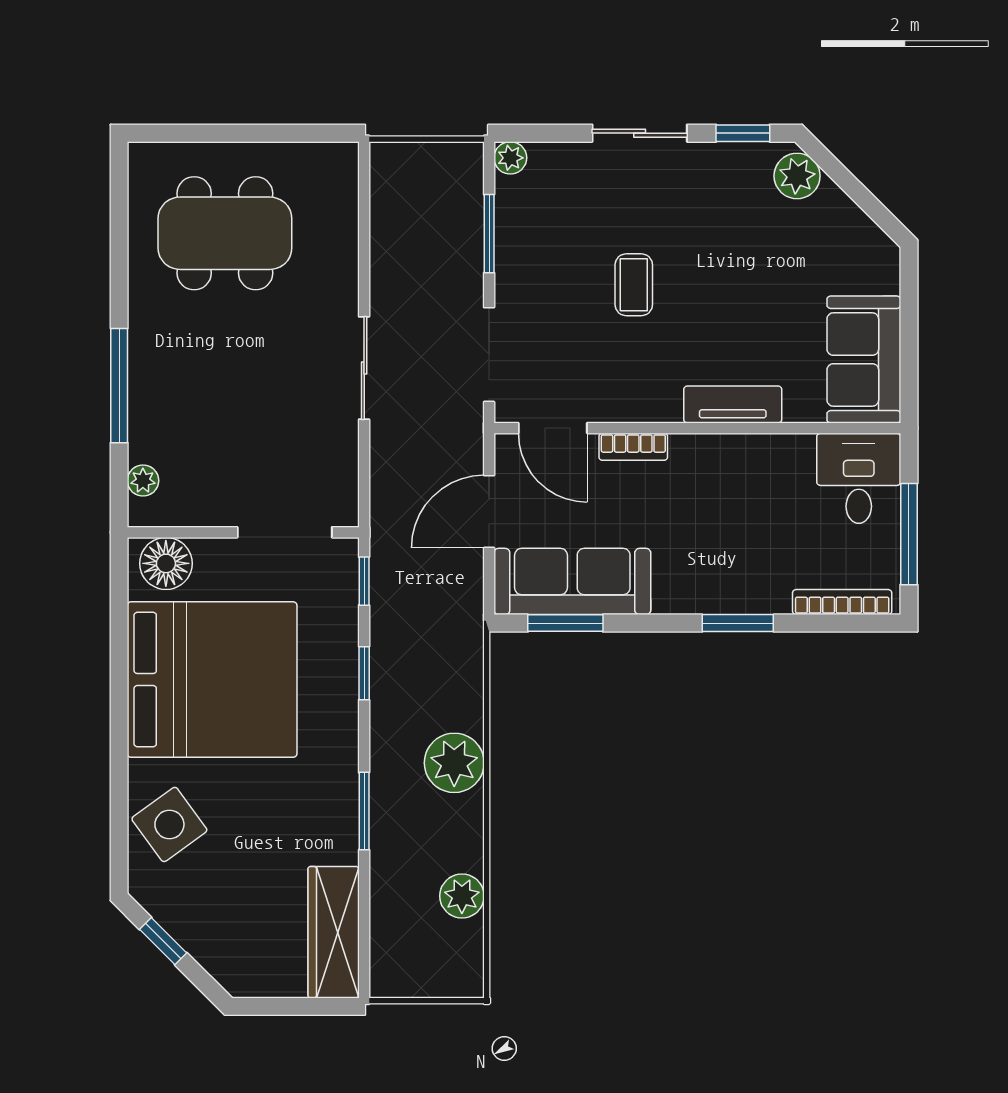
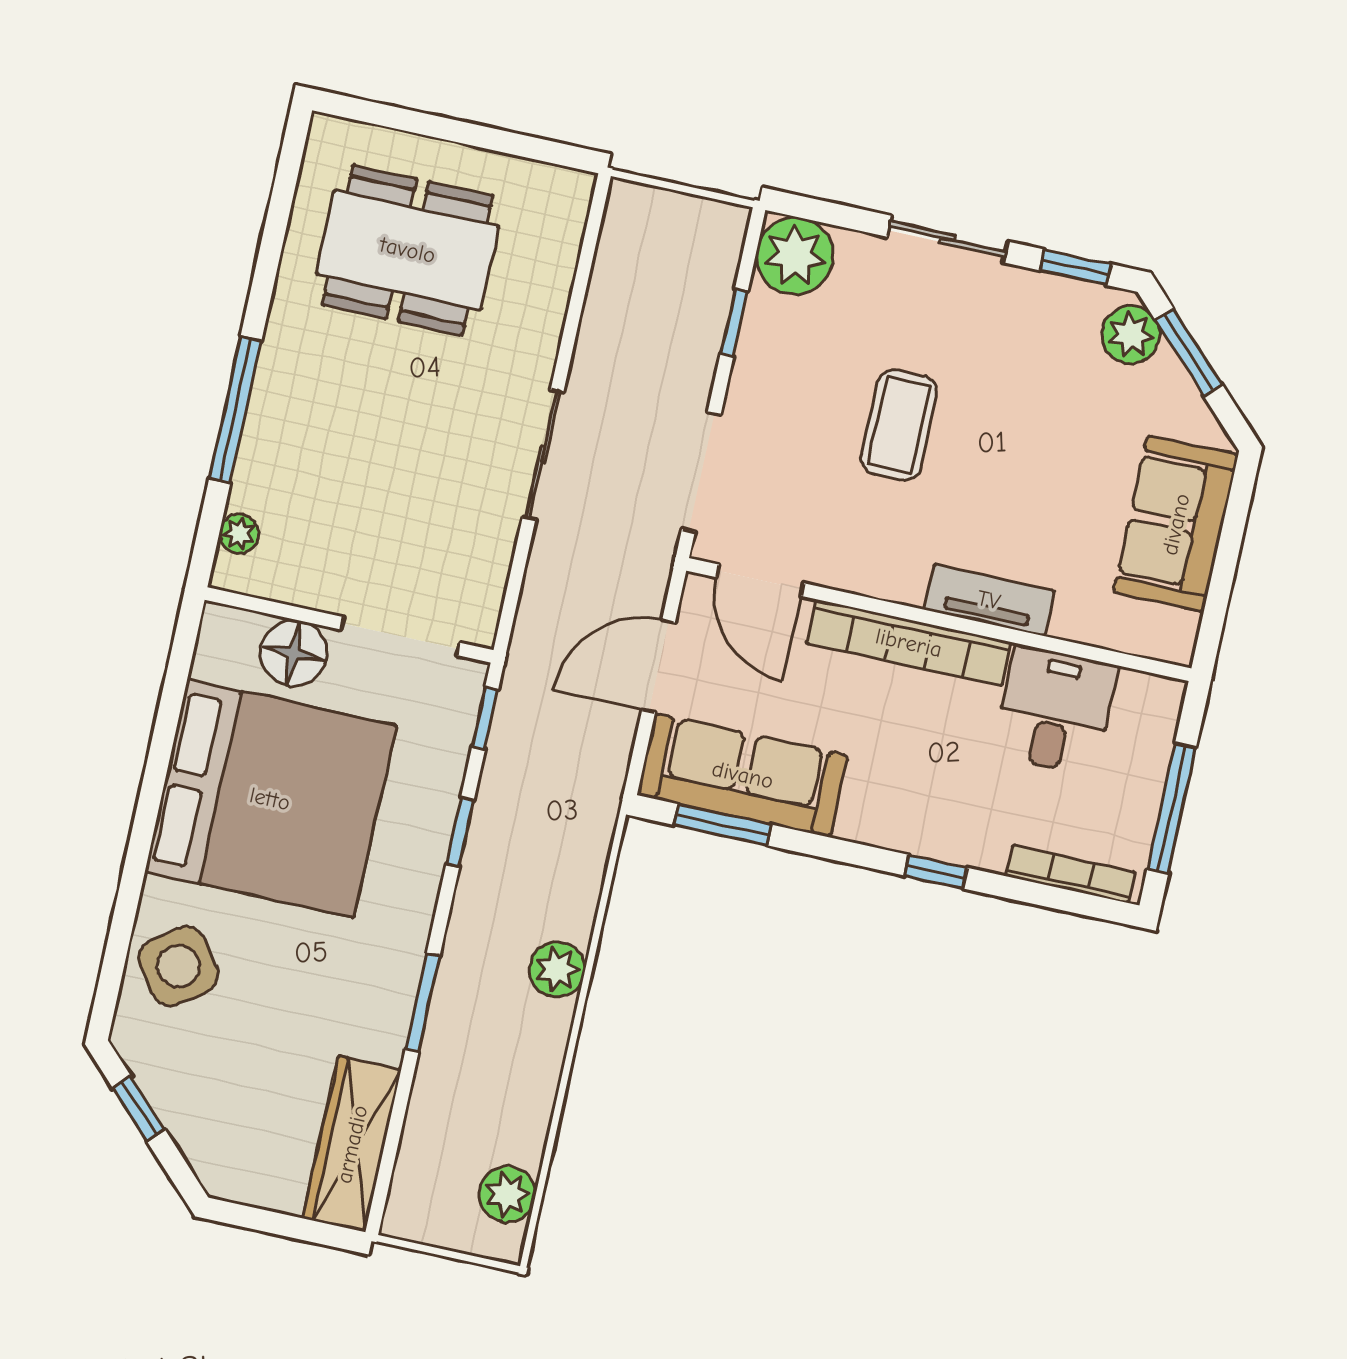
plant: (510, 158) -> (795, 256), width x1.88, depth x1.88
window: (844, 179) -> (1188, 352), added
window: (489, 234) -> (734, 322), width x0.67
coffee table: (634, 285) -> (899, 425), width x1.36, depth x1.30
sofa: (864, 359) -> (1176, 524), moved
bookcase: (633, 447) -> (909, 643), width x2.31, depth x1.31
desk: (859, 478) -> (1055, 710), moved
floor lamp: (166, 563) -> (294, 653), moved
window: (738, 623) -> (936, 872), width x0.67
plant: (454, 763) -> (557, 970), width x0.73, depth x0.73
plant: (462, 896) -> (507, 1194), moved

